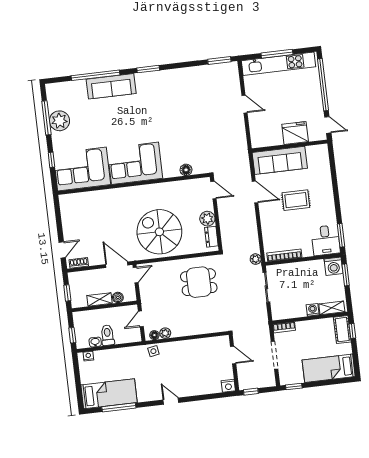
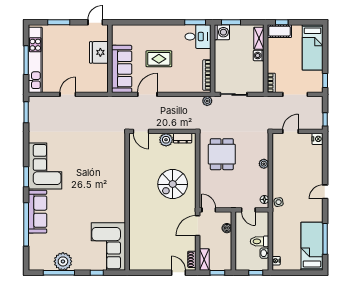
window: (323, 85) -> (59, 22), width x0.47
corner sofa: (135, 163) -> (45, 166), moved, turned 180
floor lamp: (186, 170) -> (120, 154), removed
door: (213, 190) -> (141, 131), swing flipped
rug: (296, 200) -> (159, 59), turned 90
spiral stairs: (159, 232) -> (173, 184), width x0.73, depth x0.73
shelving: (100, 299) -> (204, 260), moved
plant: (165, 333) -> (264, 164), moved

